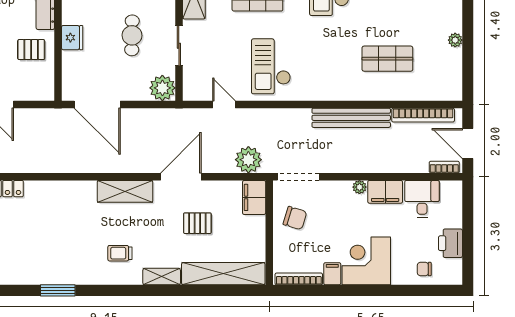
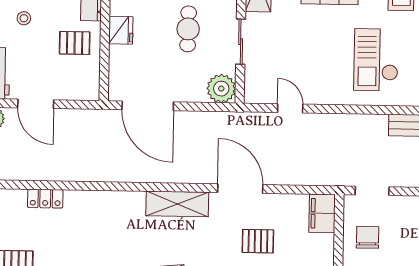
checkout: (271, 66) -> (376, 60), moved
plant: (248, 160) -> (316, 171), removed
door: (181, 177) -> (240, 189), hinge flipped
doorway: (298, 177) -> (372, 191), width x0.73
chair: (295, 218) -> (368, 237), turned -107

